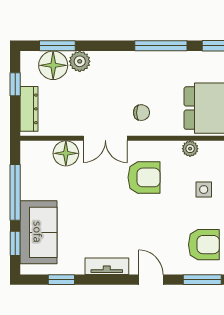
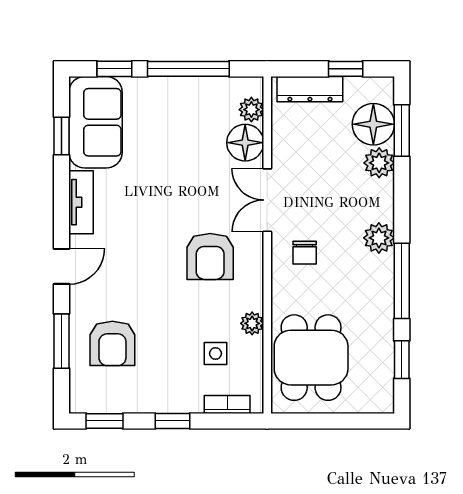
plant: (131, 61) -> (379, 238), added
plant: (43, 149) -> (251, 110), added
side table: (204, 190) -> (215, 353), moved
sofa: (38, 232) -> (96, 122), moved, turned -90

